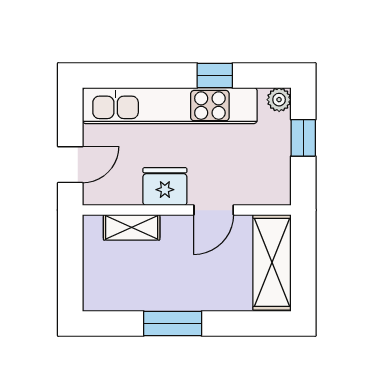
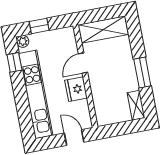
window: (215, 75) -> (14, 62), moved
door: (214, 210) -> (83, 63), swing flipped
shelving: (132, 227) -> (136, 105), moved

